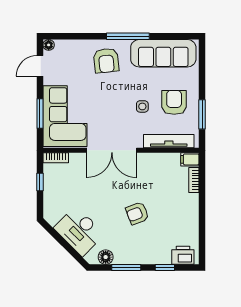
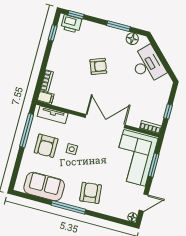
sofa: (163, 53) -> (44, 186), width x0.73
window: (202, 114) -> (27, 130), width x1.44
tv unit: (169, 141) -> (53, 115), width x0.71
window: (202, 239) -> (53, 33), added
window: (165, 268) -> (76, 15), moved

